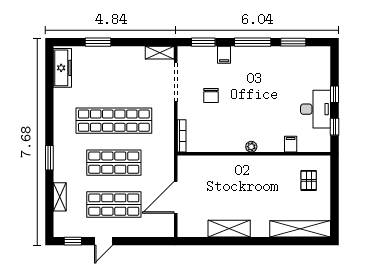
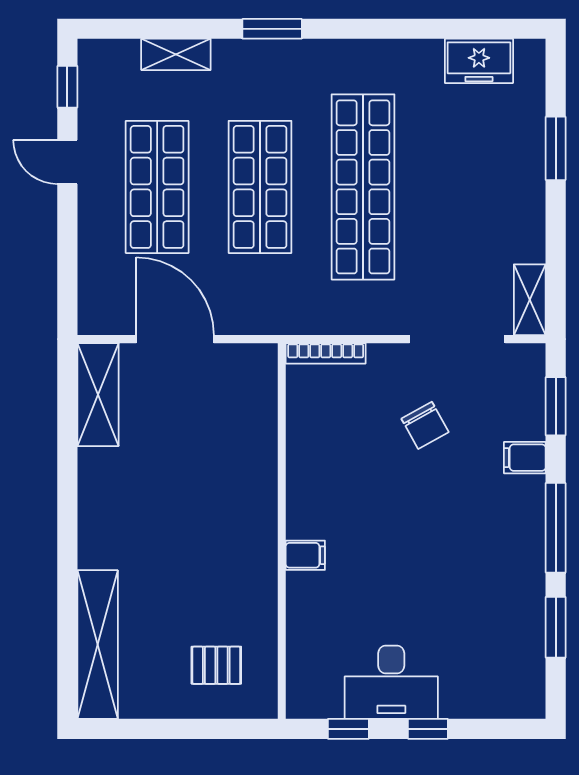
freezer: (62, 68) -> (479, 61), width x0.71
chair: (211, 95) -> (425, 425), turned -119
filing cabinet: (291, 144) -> (305, 555), moved
plant: (251, 147) -> (299, 524), removed
shelving: (229, 229) -> (98, 395), moved

